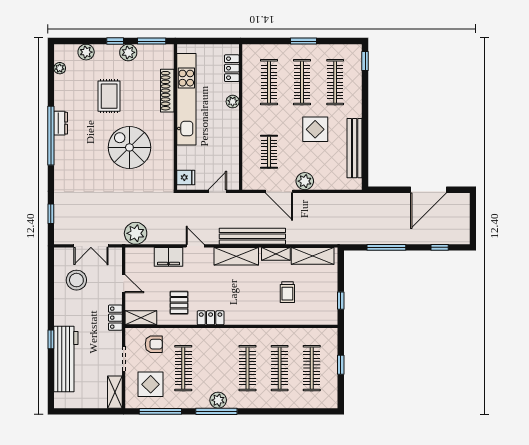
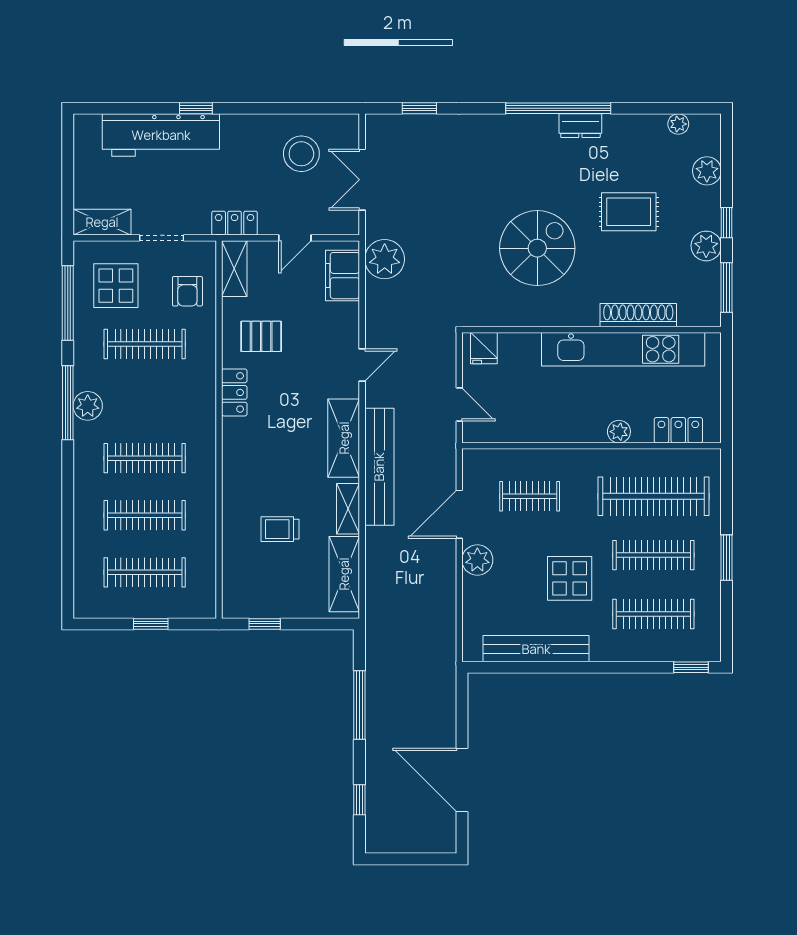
clothes rail: (269, 82) -> (653, 496), width x1.37, depth x1.31
filing cabinet: (168, 257) -> (343, 276), moved

